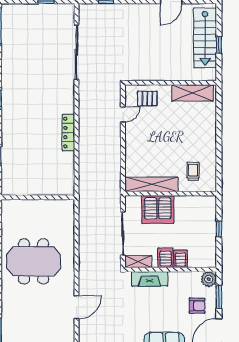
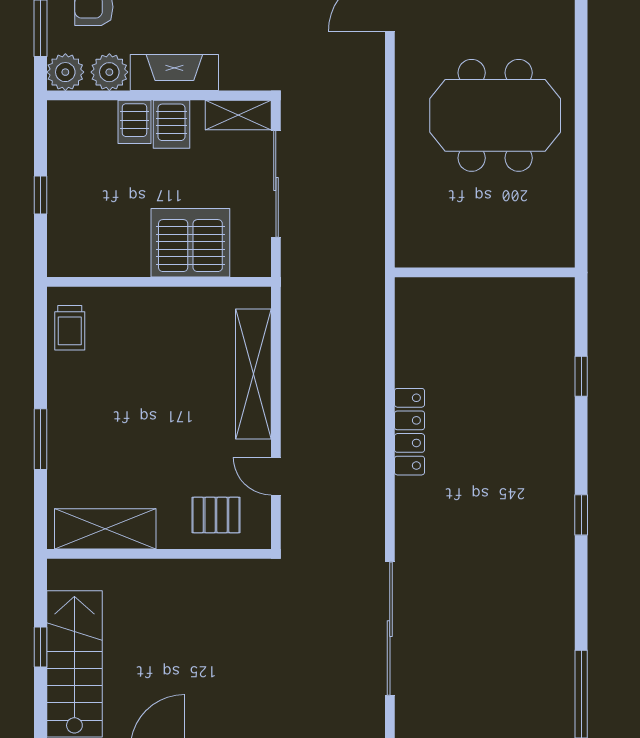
door: (123, 114) -> (276, 476), hinge flipped
window: (219, 129) -> (40, 439), added
trolley: (193, 171) -> (70, 328), moved
shelving: (151, 184) -> (253, 374), moved, turned 90
fireplace: (150, 279) -> (174, 73), moved
plant: (191, 279) -> (109, 72), added

